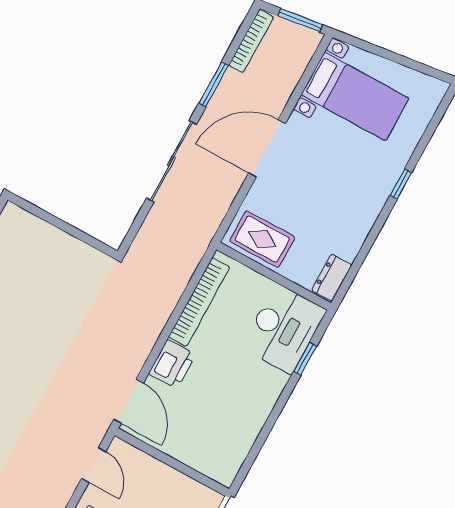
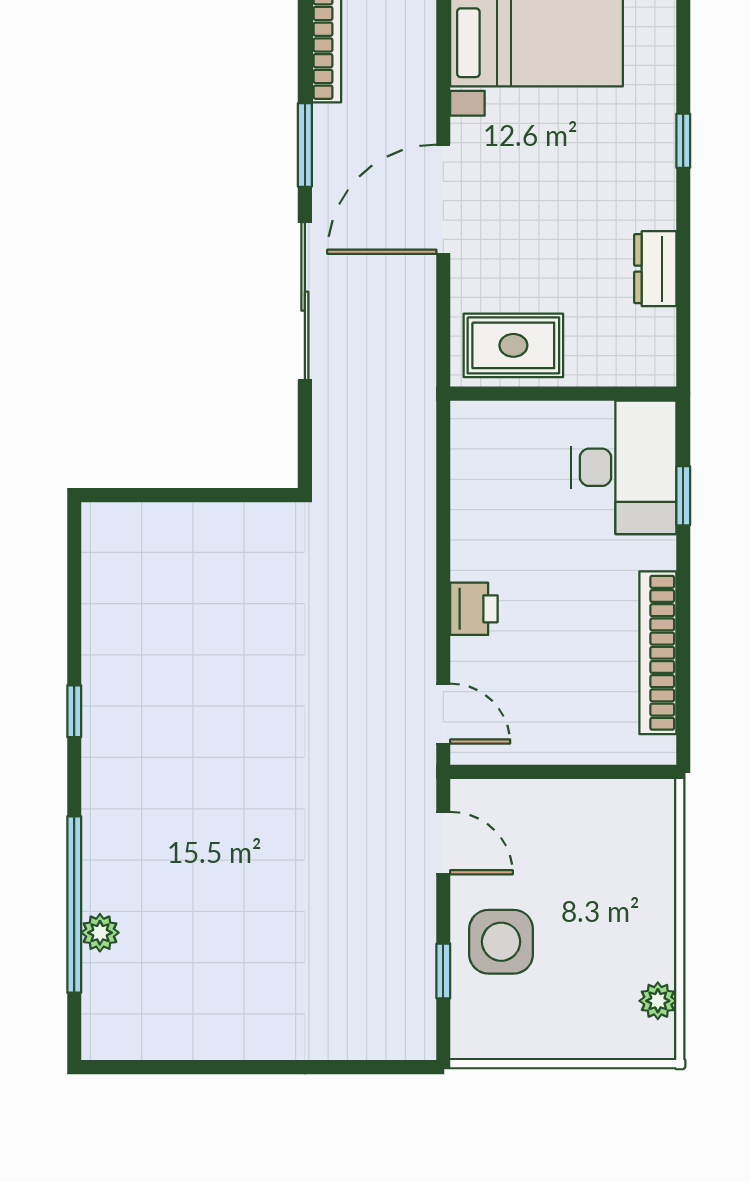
dresser: (332, 278) -> (655, 269), moved
bookcase: (199, 302) -> (658, 653), moved, turned 180
printer: (172, 364) -> (474, 609), width x0.73, depth x0.81
door: (129, 401) -> (443, 714), width x0.73

